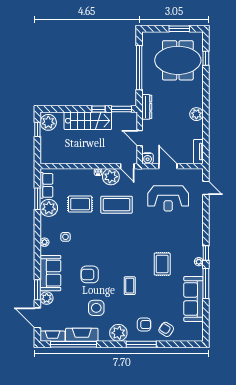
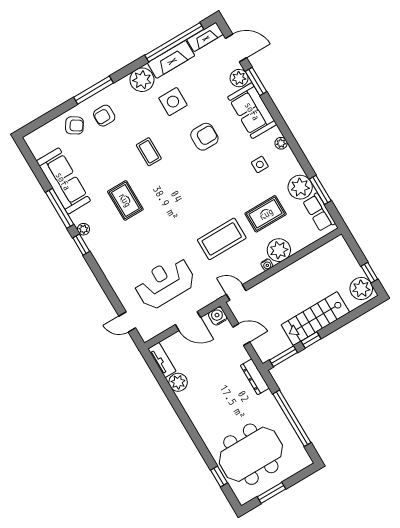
plant: (196, 114) -> (178, 382), moved
plant: (111, 177) -> (279, 250), moved
plant: (118, 333) -> (142, 80), moved

